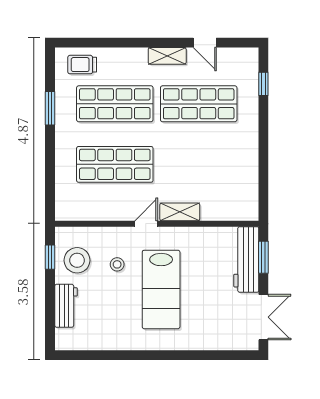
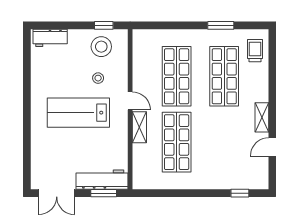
shop shelf: (199, 104) -> (177, 142), moved
workbench: (66, 306) -> (50, 38), moved

